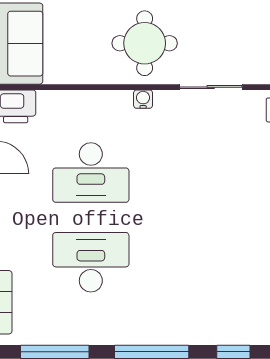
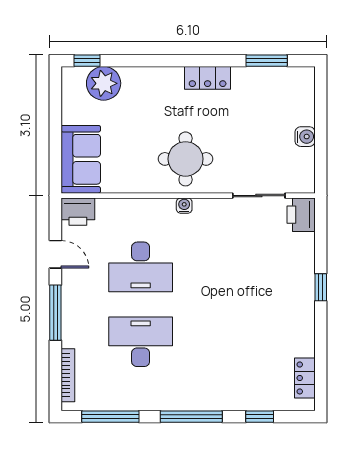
sliding door: (211, 87) -> (259, 196), moved

